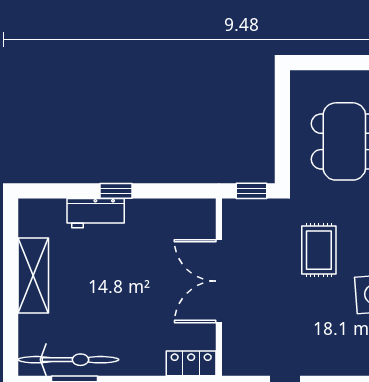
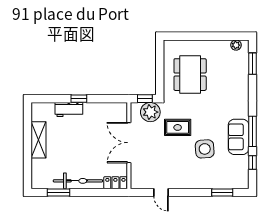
plant: (263, 218) -> (150, 112), added
rug: (319, 250) -> (178, 127), turned 90
bicycle: (68, 360) -> (78, 181), moved

